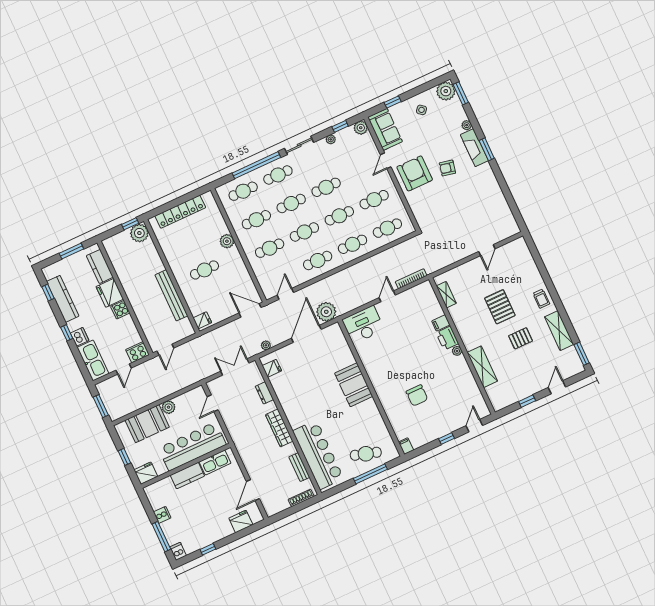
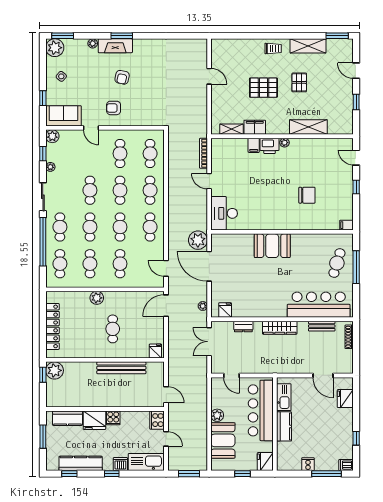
armchair: (415, 173) -> (114, 108), width x0.53, depth x0.53
filing cabinet: (458, 316) -> (255, 127), added

